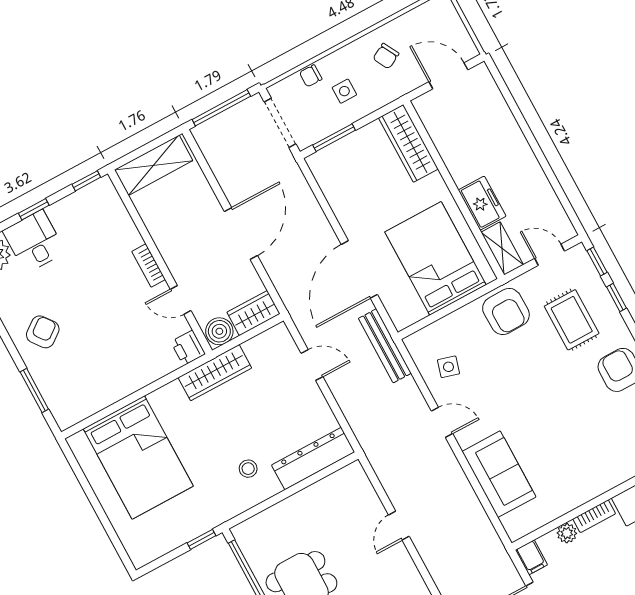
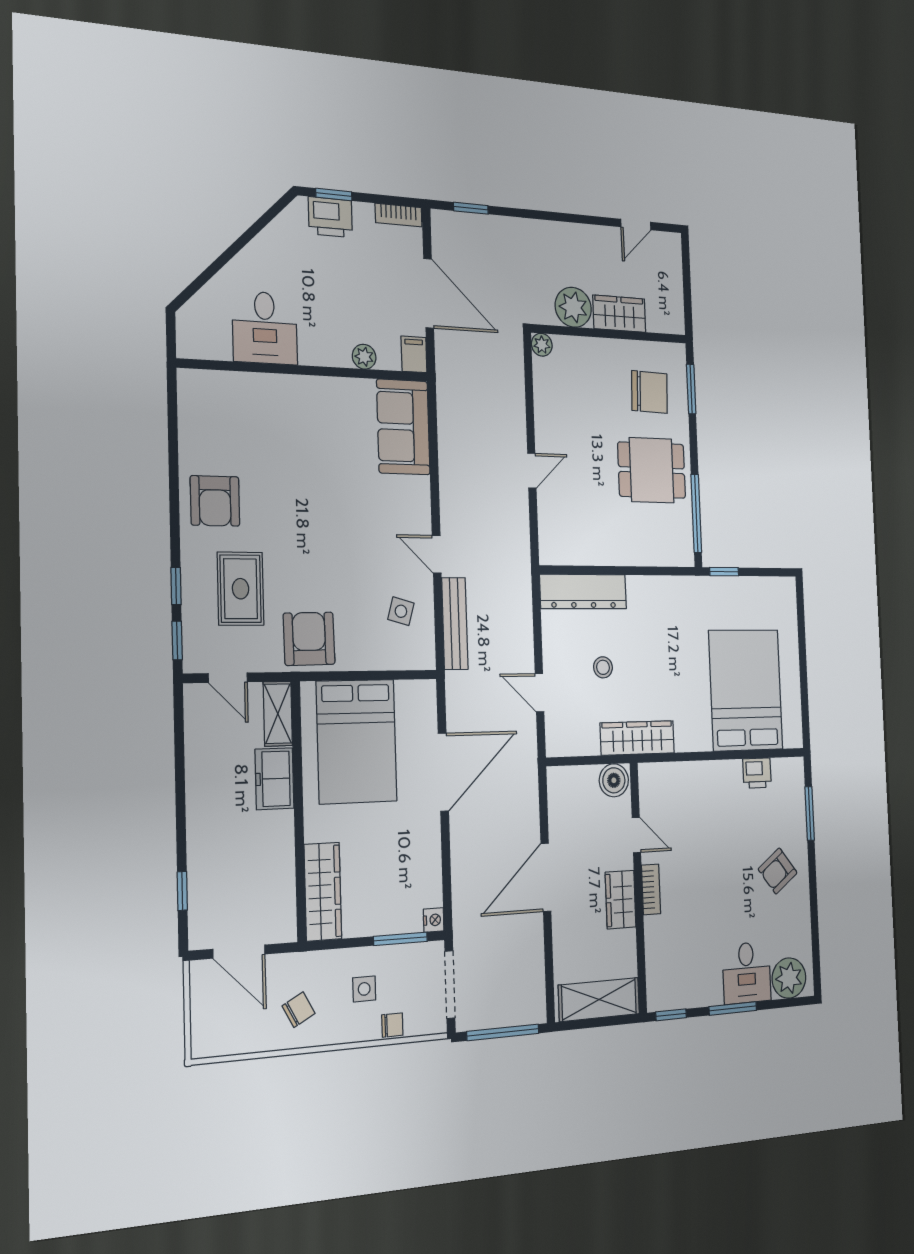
window: (508, 98) -> (182, 891), added
nightstand: (315, 162) -> (434, 920), added
window: (34, 209) -> (733, 1008), width x1.50
wardrobe: (253, 313) -> (621, 900), moved, turned 90
bench: (385, 346) -> (455, 624), moved
printer: (188, 348) -> (757, 773), moved, turned 90
stool: (248, 469) -> (603, 667), moved
sofa: (499, 474) -> (403, 427), moved
bookcase: (594, 516) -> (326, 357), removed

